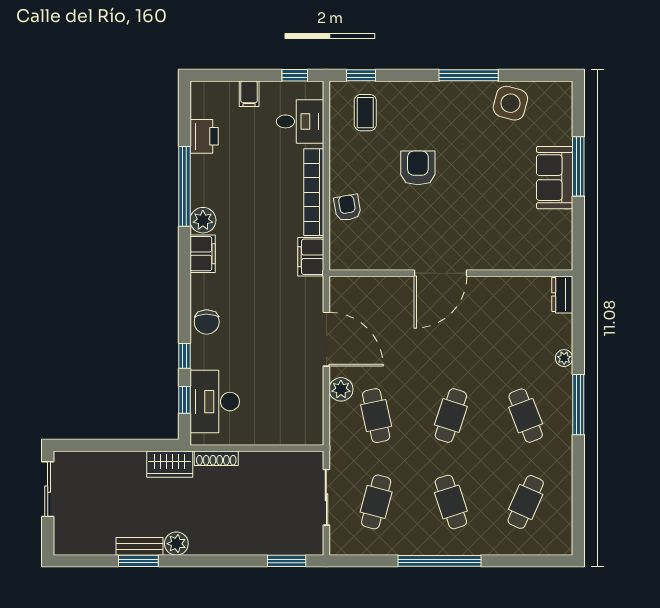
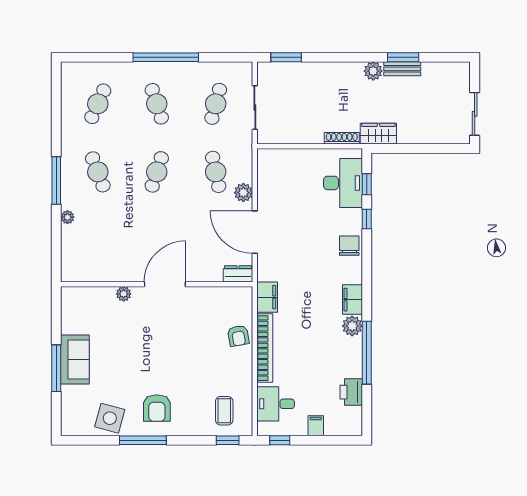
armchair: (418, 168) -> (157, 408), moved
plant: (493, 261) -> (124, 294), added
dresser: (562, 294) -> (238, 274), moved, turned -90

